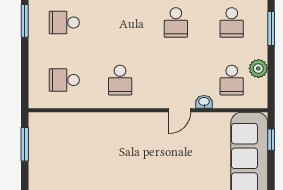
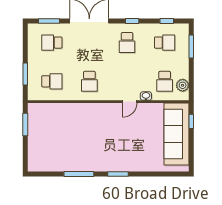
window: (25, 21) -> (25, 74), moved
school desk: (232, 22) -> (165, 43), turned -90
plant: (258, 68) -> (183, 85), moved
school desk: (64, 80) -> (52, 81), turned 180

